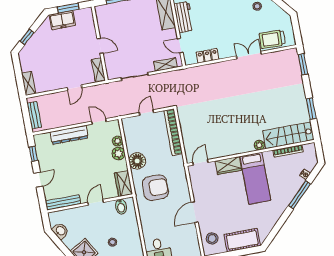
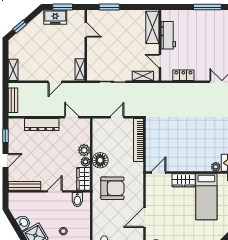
door: (100, 46) -> (86, 30), moved
plant: (118, 141) -> (85, 162), moved
washbasin: (60, 231) -> (23, 223), moved

